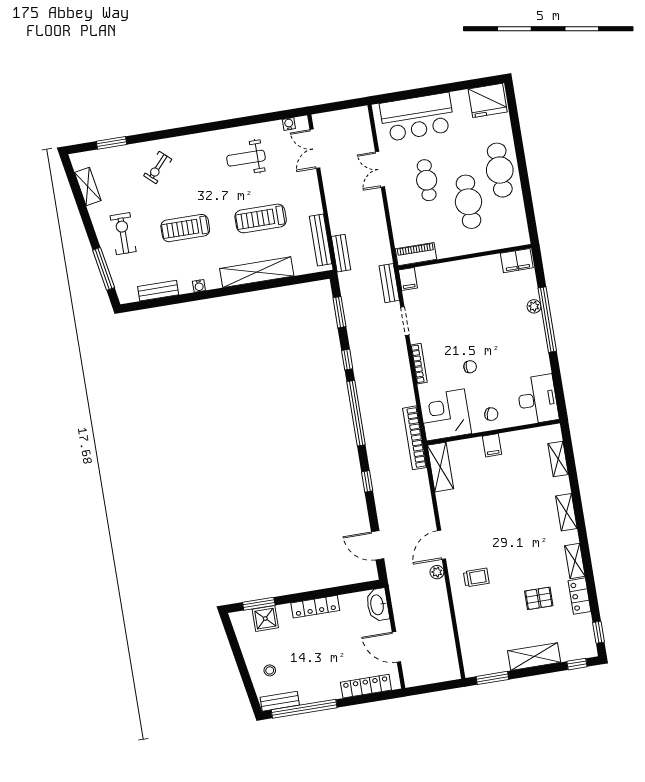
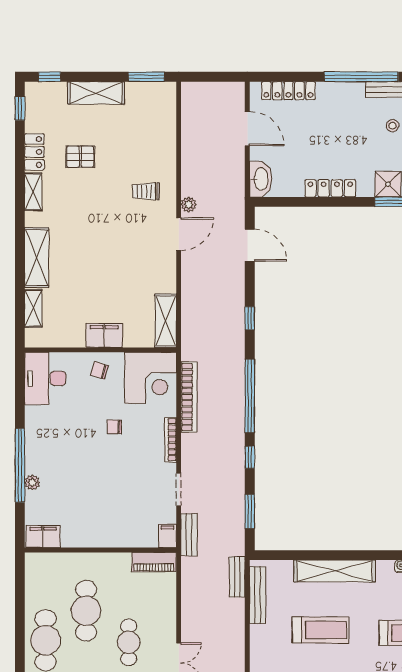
bookcase: (415, 438) -> (189, 397), moved
filing cabinet: (492, 445) -> (104, 336), width x2.00
shelving: (566, 512) -> (37, 258), width x1.50, depth x1.33

